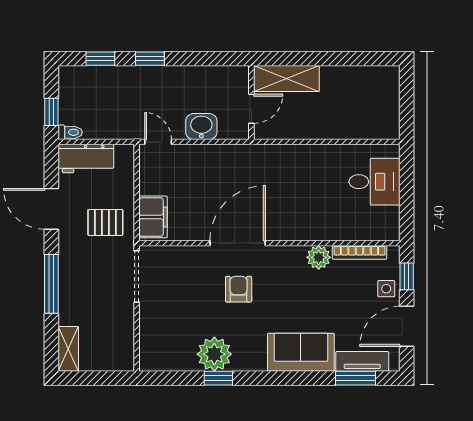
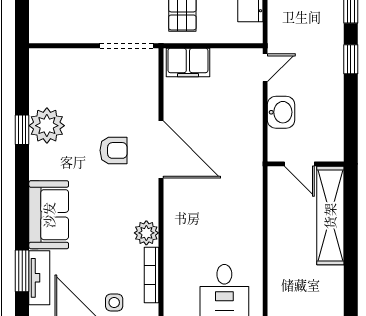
shelving: (286, 79) -> (330, 216), width x1.47

